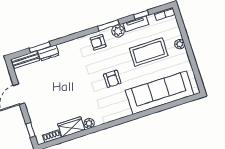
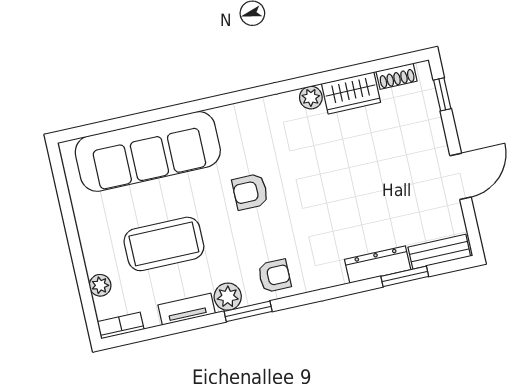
window: (141, 15) -> (173, 328), removed
plant: (180, 44) -> (100, 285), moved
dresser: (48, 53) -> (378, 265), width x1.44
armchair: (112, 79) -> (250, 192), turned -90

